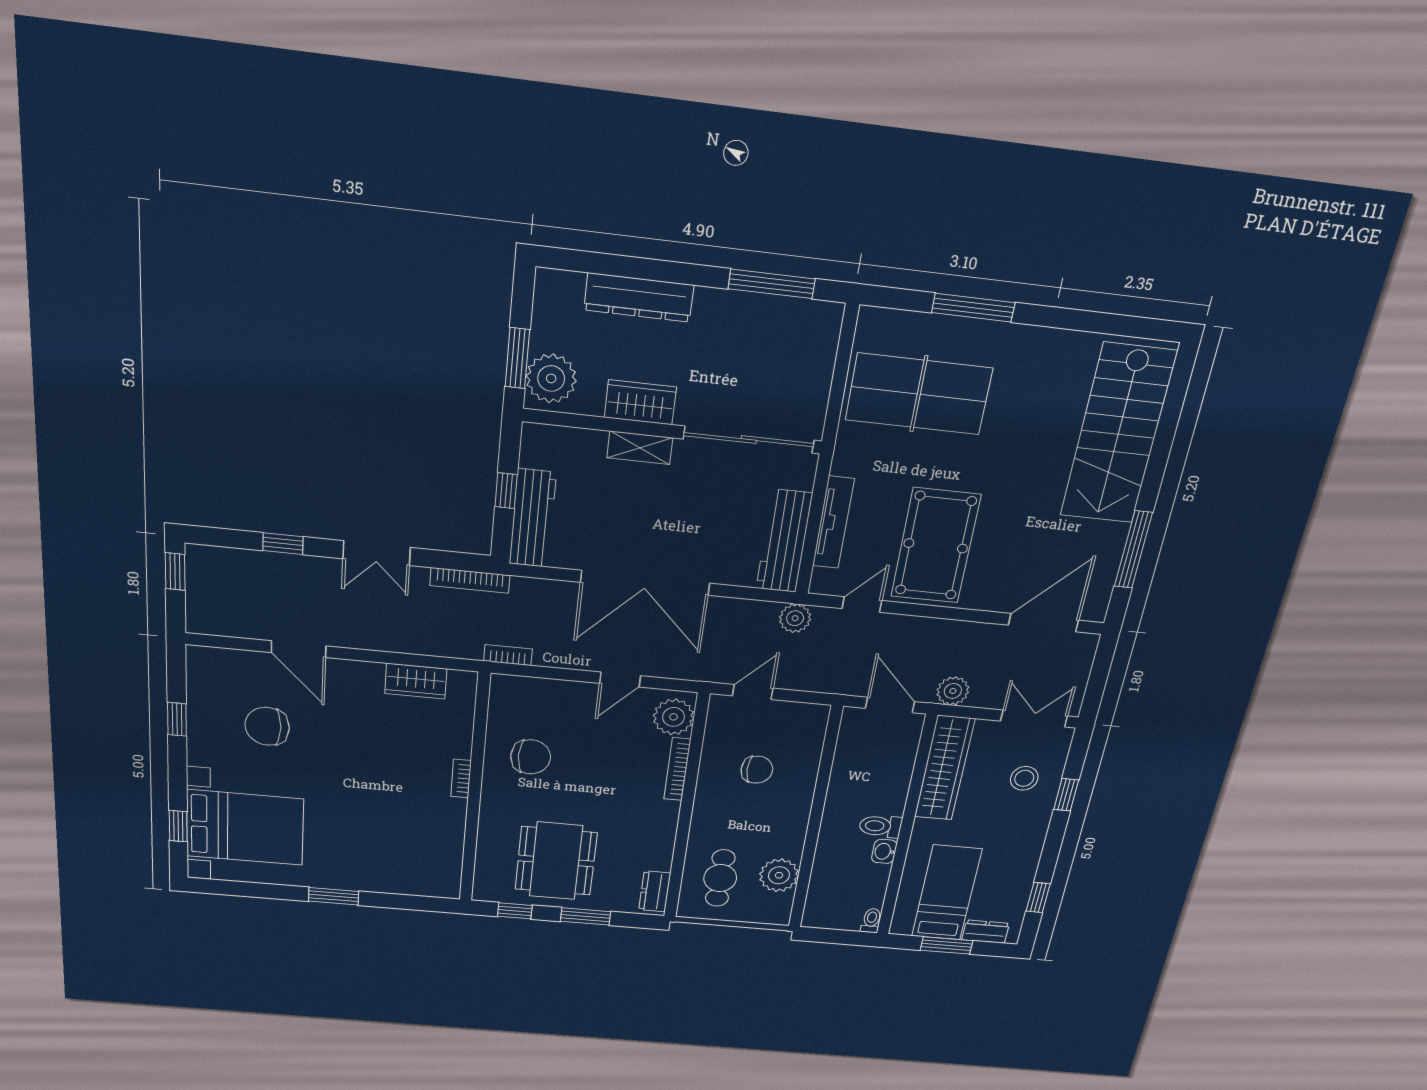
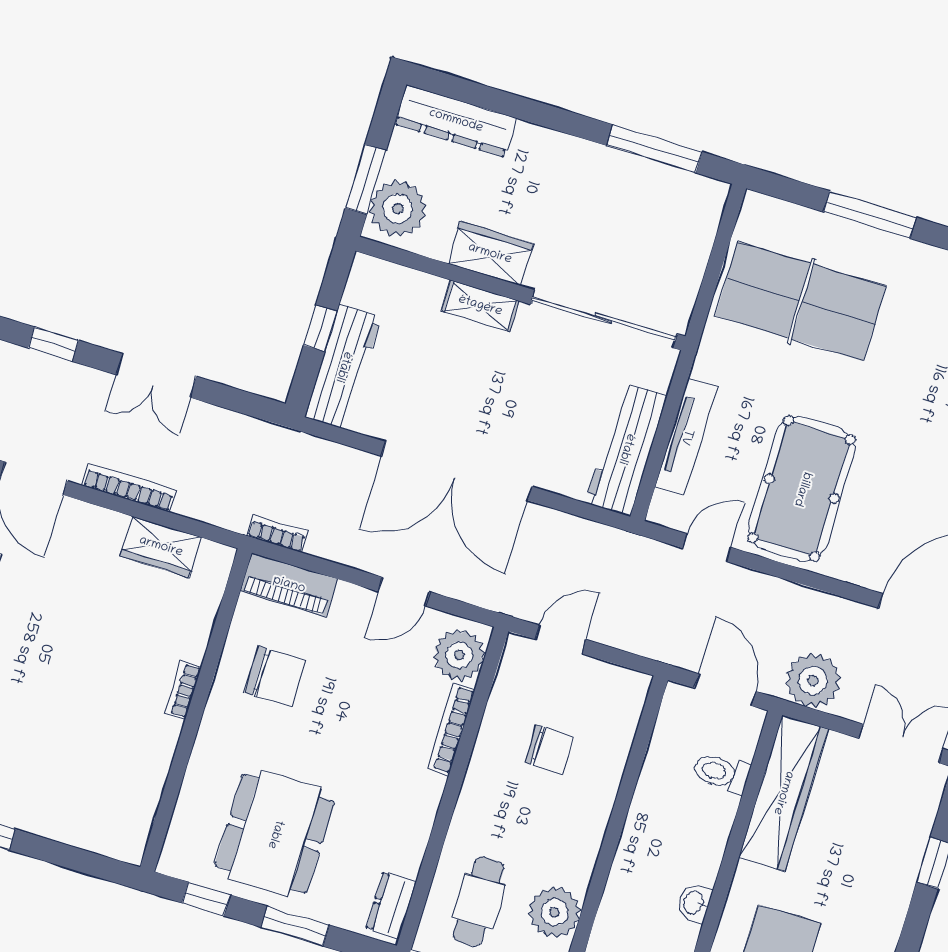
dresser: (639, 297) -> (456, 121), moved
bookcase: (470, 580) -> (129, 488), moved, turned 180
plant: (795, 618) -> (625, 550), removed
piano: (526, 691) -> (289, 585), added
plant: (953, 691) -> (813, 680), width x1.36, depth x1.36
stool: (1024, 778) -> (882, 828), removed
toilet: (880, 826) -> (721, 773), moved

